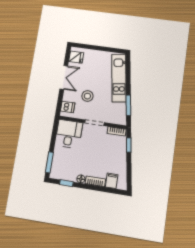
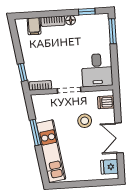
window: (128, 105) -> (35, 132), moved

